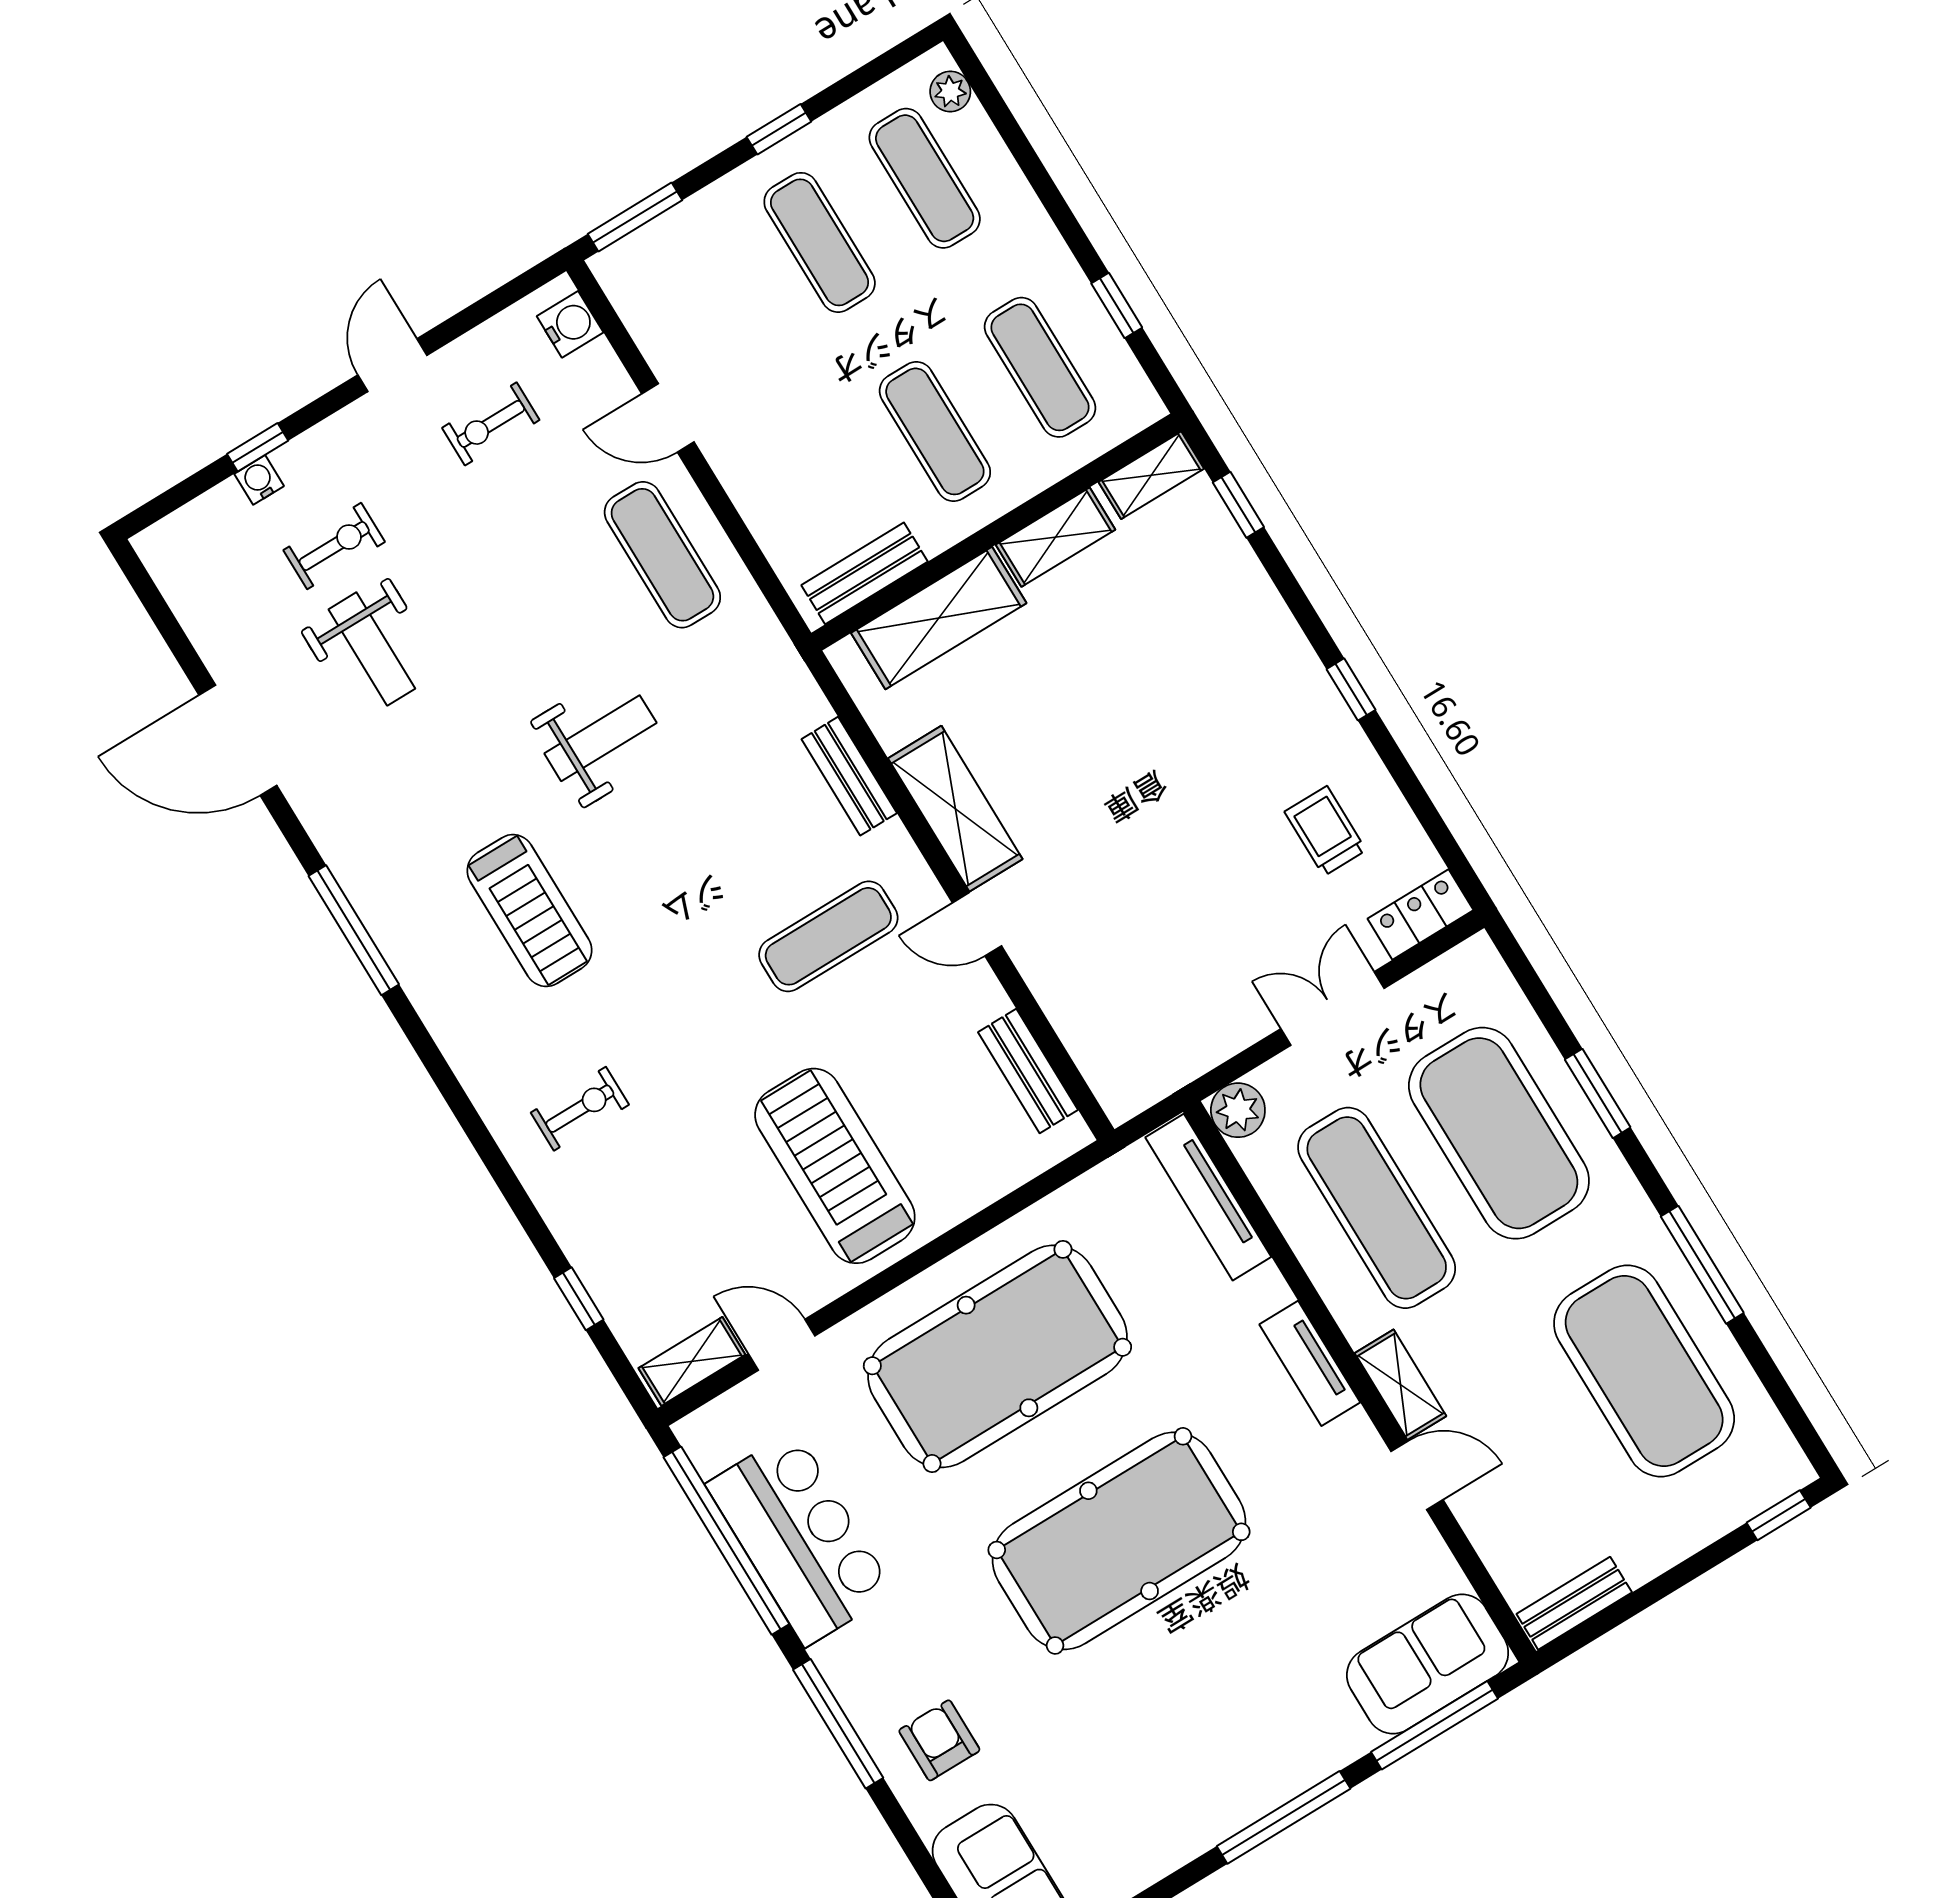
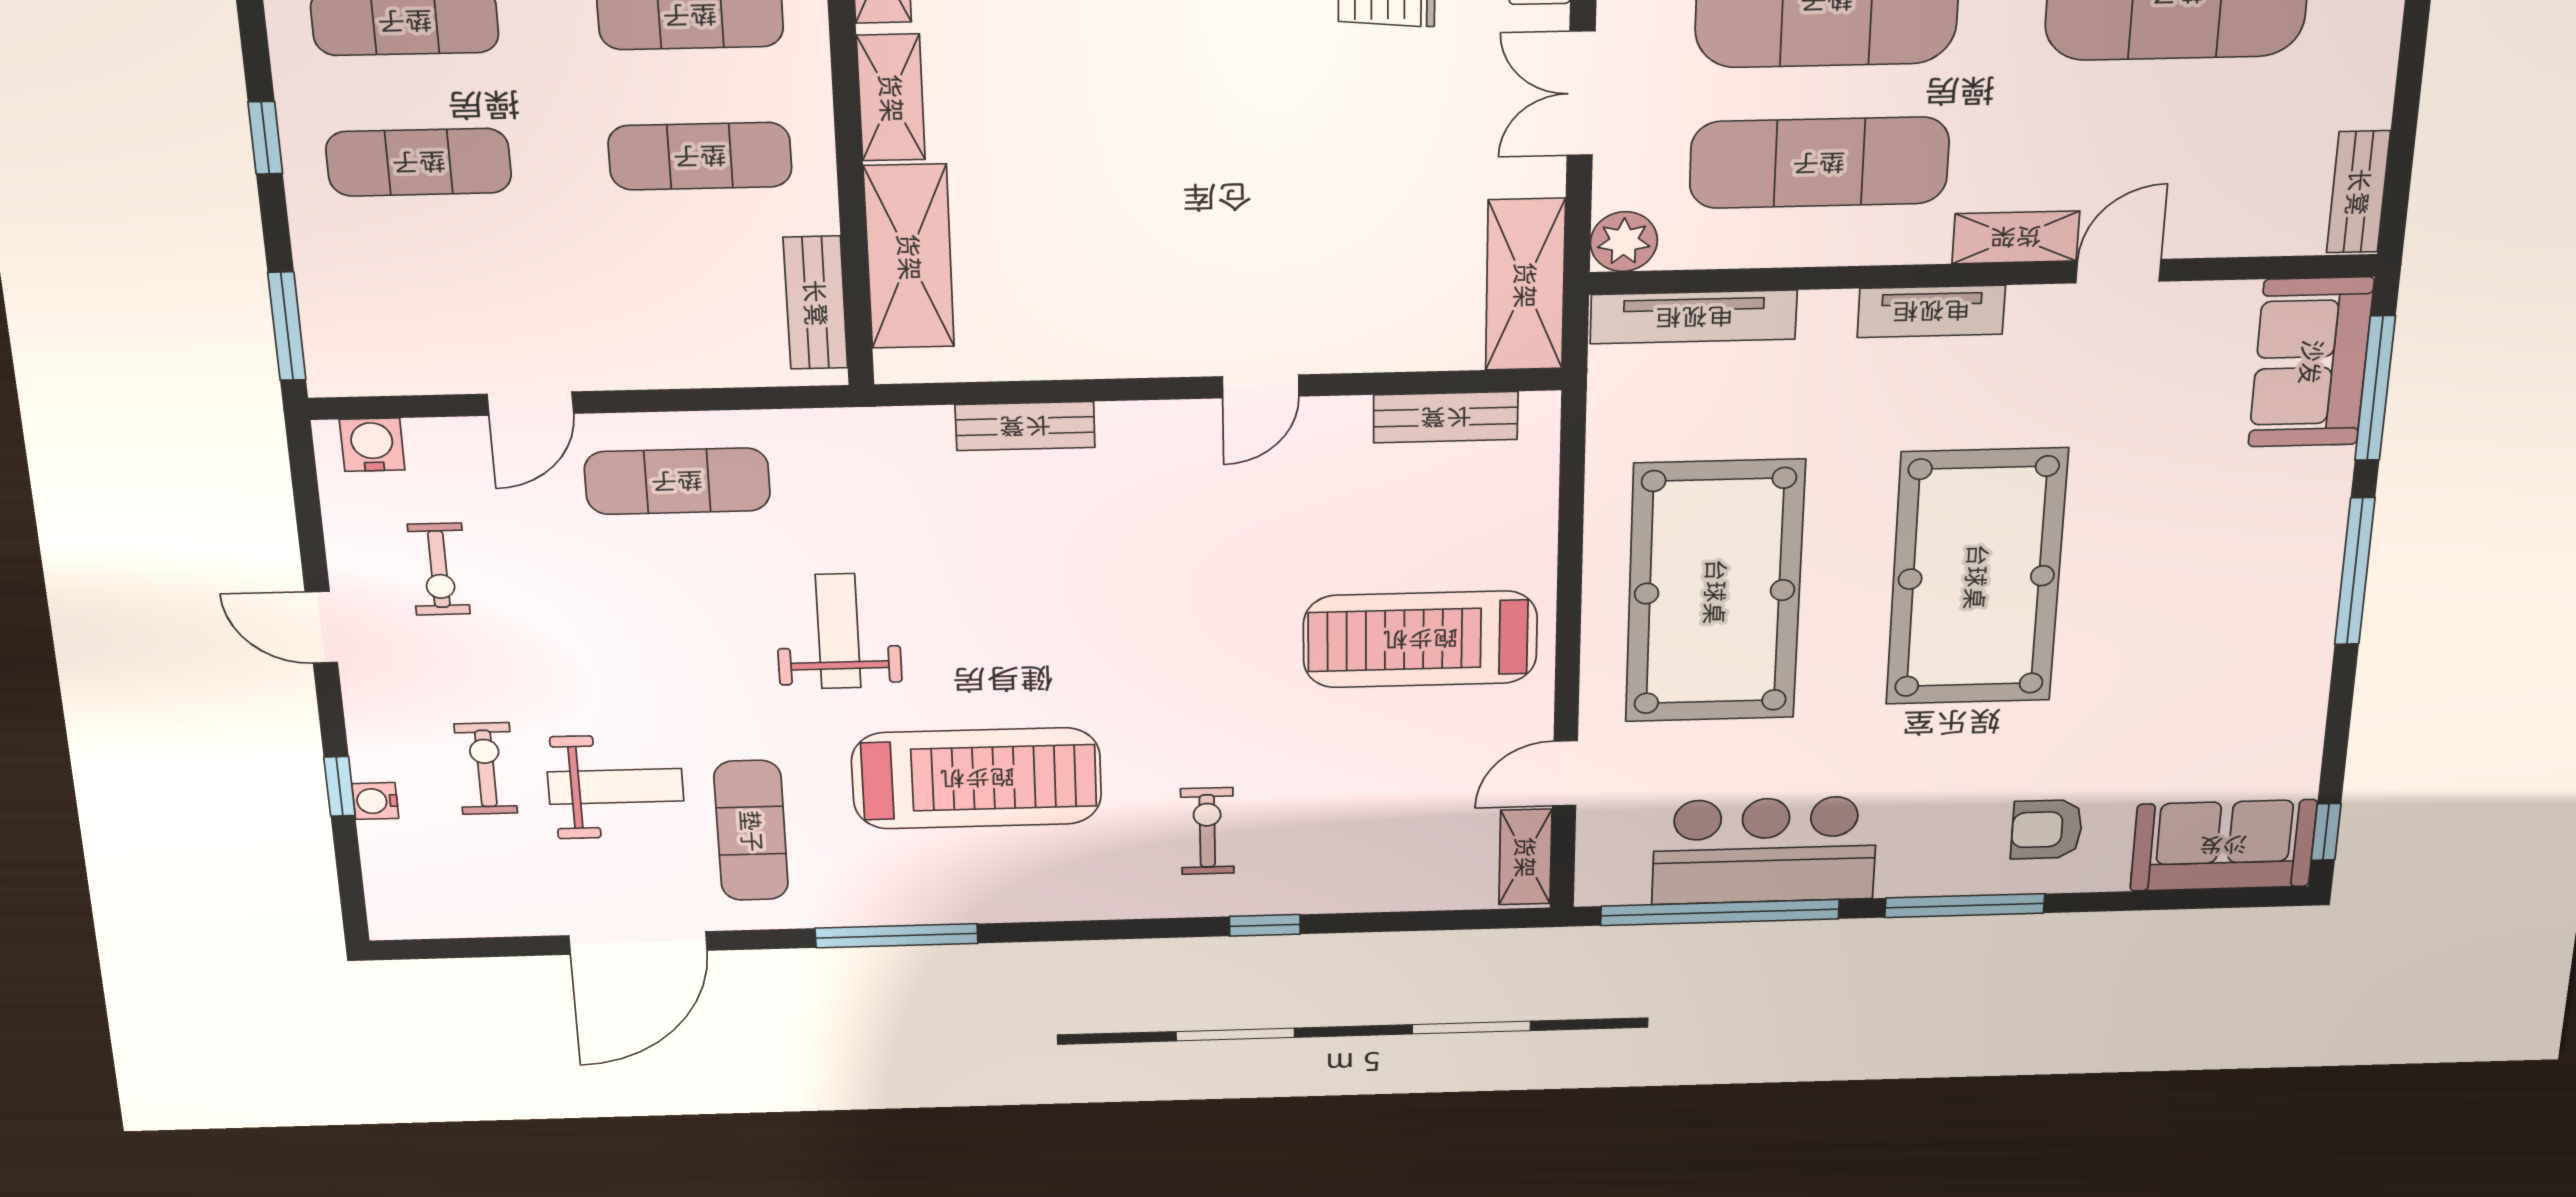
shelving: (955, 809) -> (1525, 285), moved, turned 90
treadmill: (529, 911) -> (977, 778), width x1.37, depth x1.38
exercise mat: (828, 936) -> (751, 831), moved
window: (579, 1299) -> (1265, 925), moved

